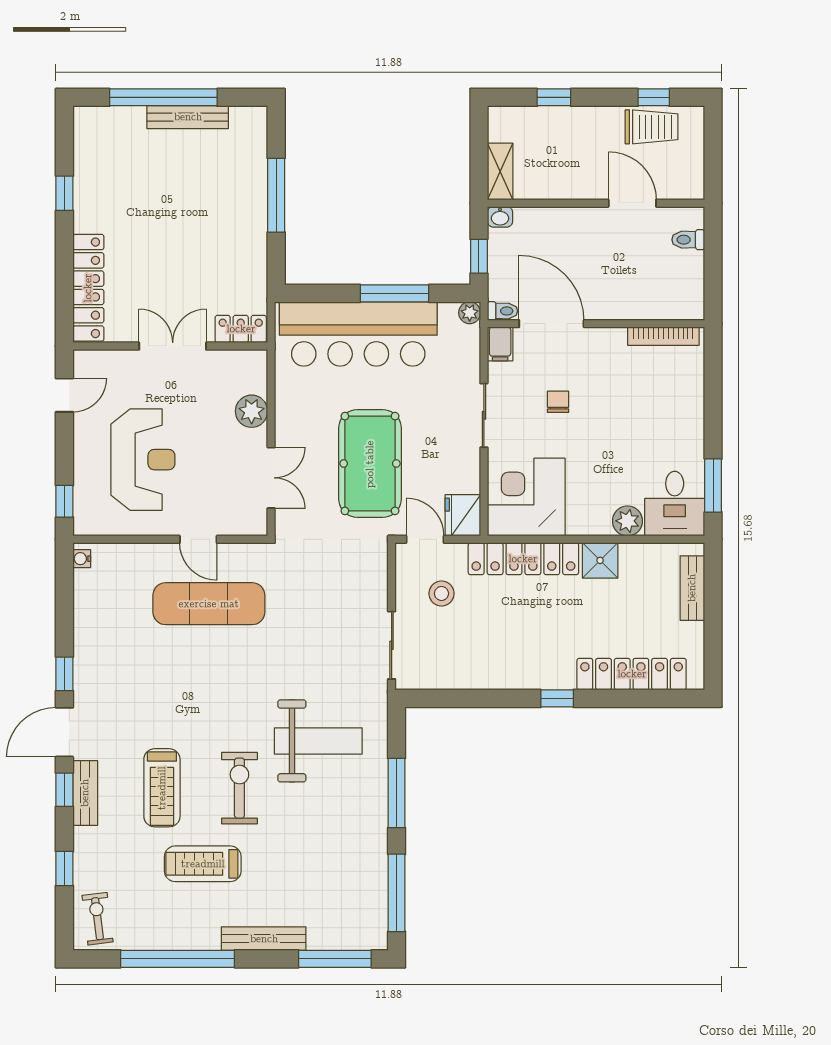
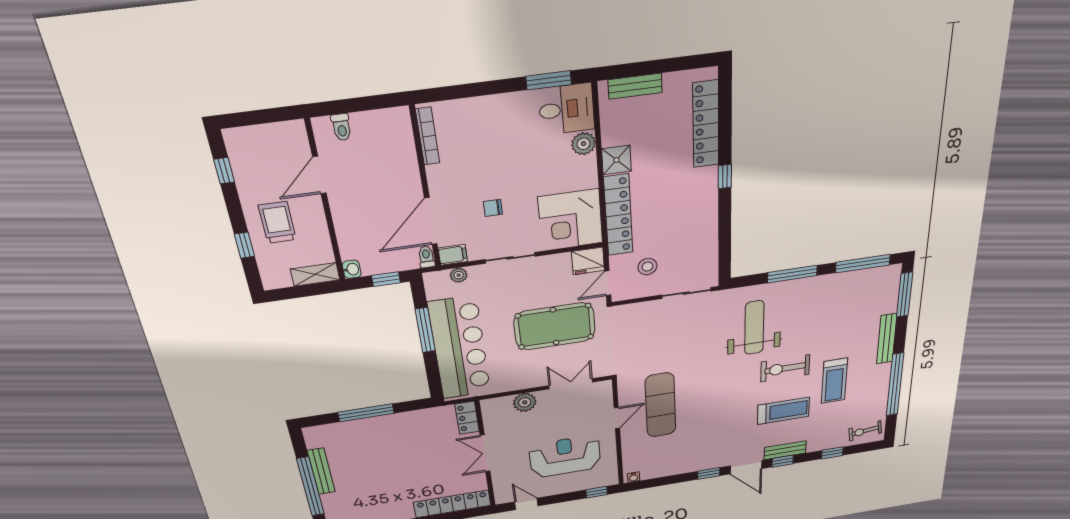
trolley: (651, 127) -> (277, 222), moved
plant: (470, 313) -> (459, 275), moved

